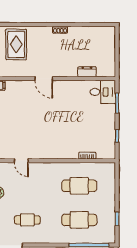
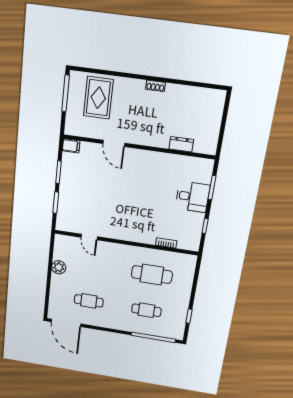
door: (44, 79) -> (114, 143), moved
desk: (103, 92) -> (192, 197), moved
cafe table: (79, 220) -> (146, 310), width x0.73, depth x0.74

